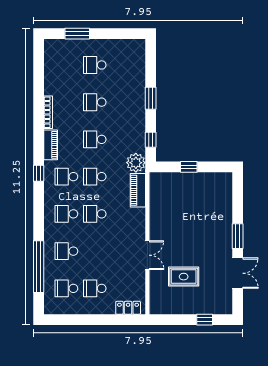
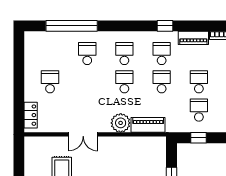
plant: (136, 163) -> (121, 123), moved
school desk: (66, 288) -> (199, 110), moved

